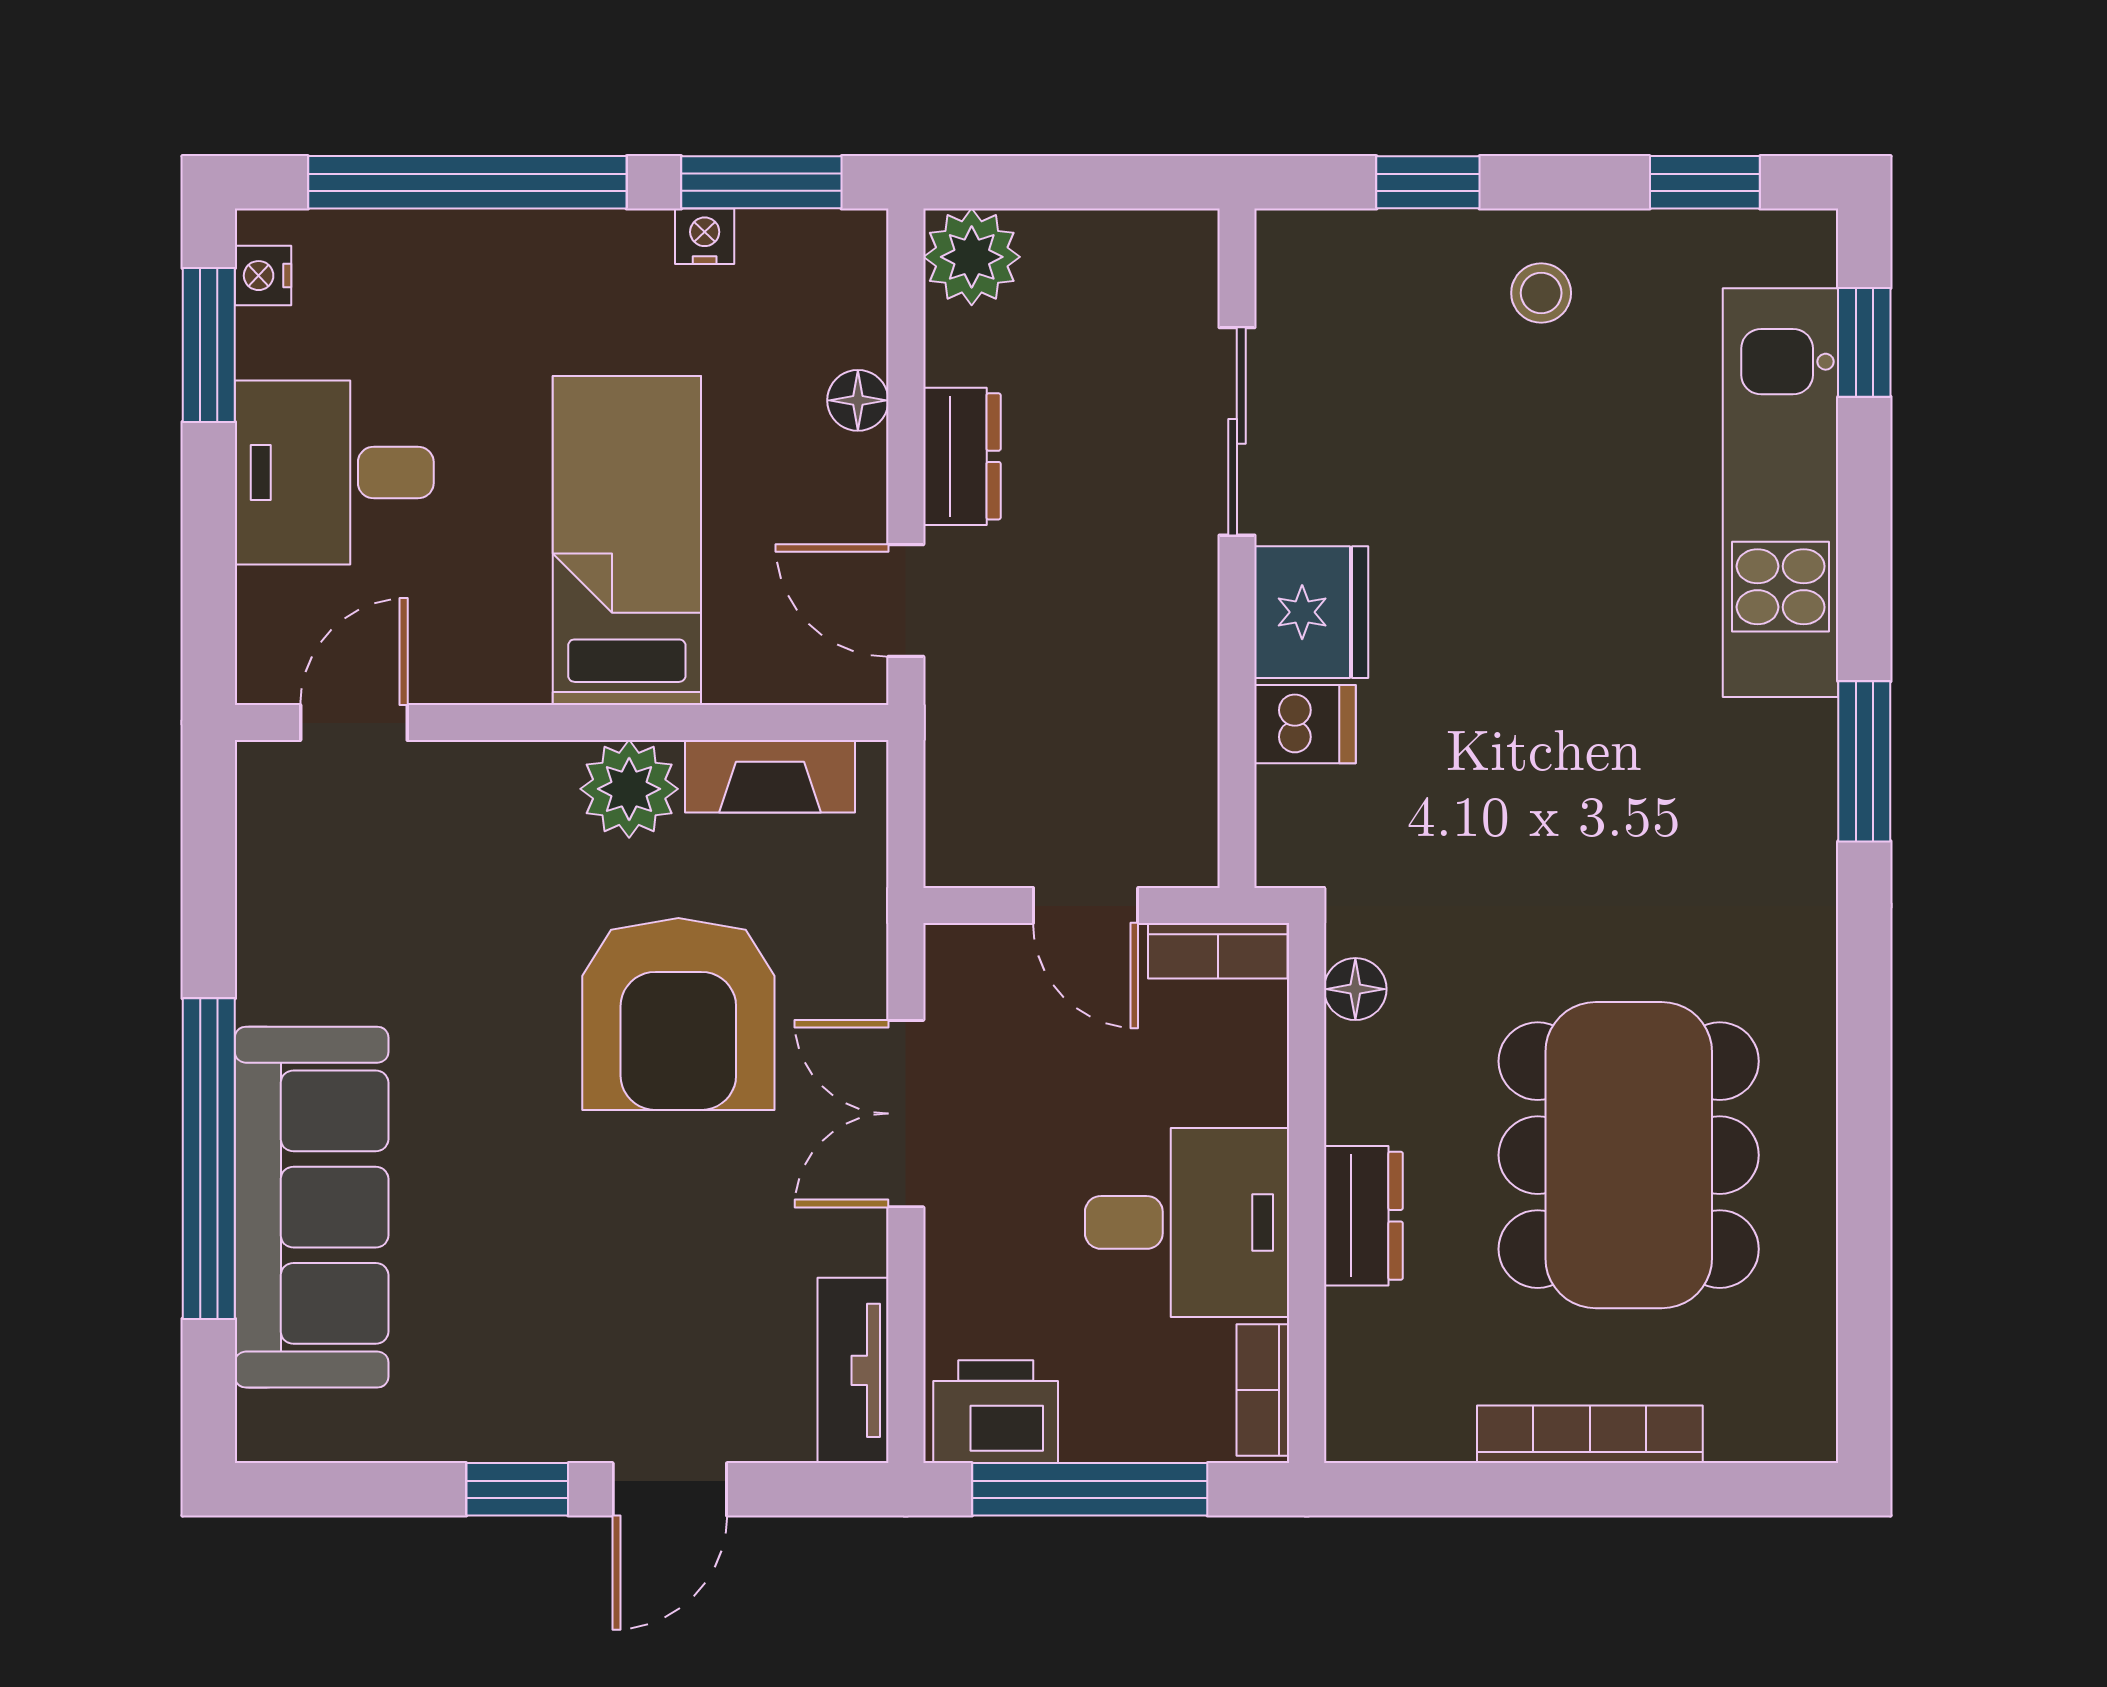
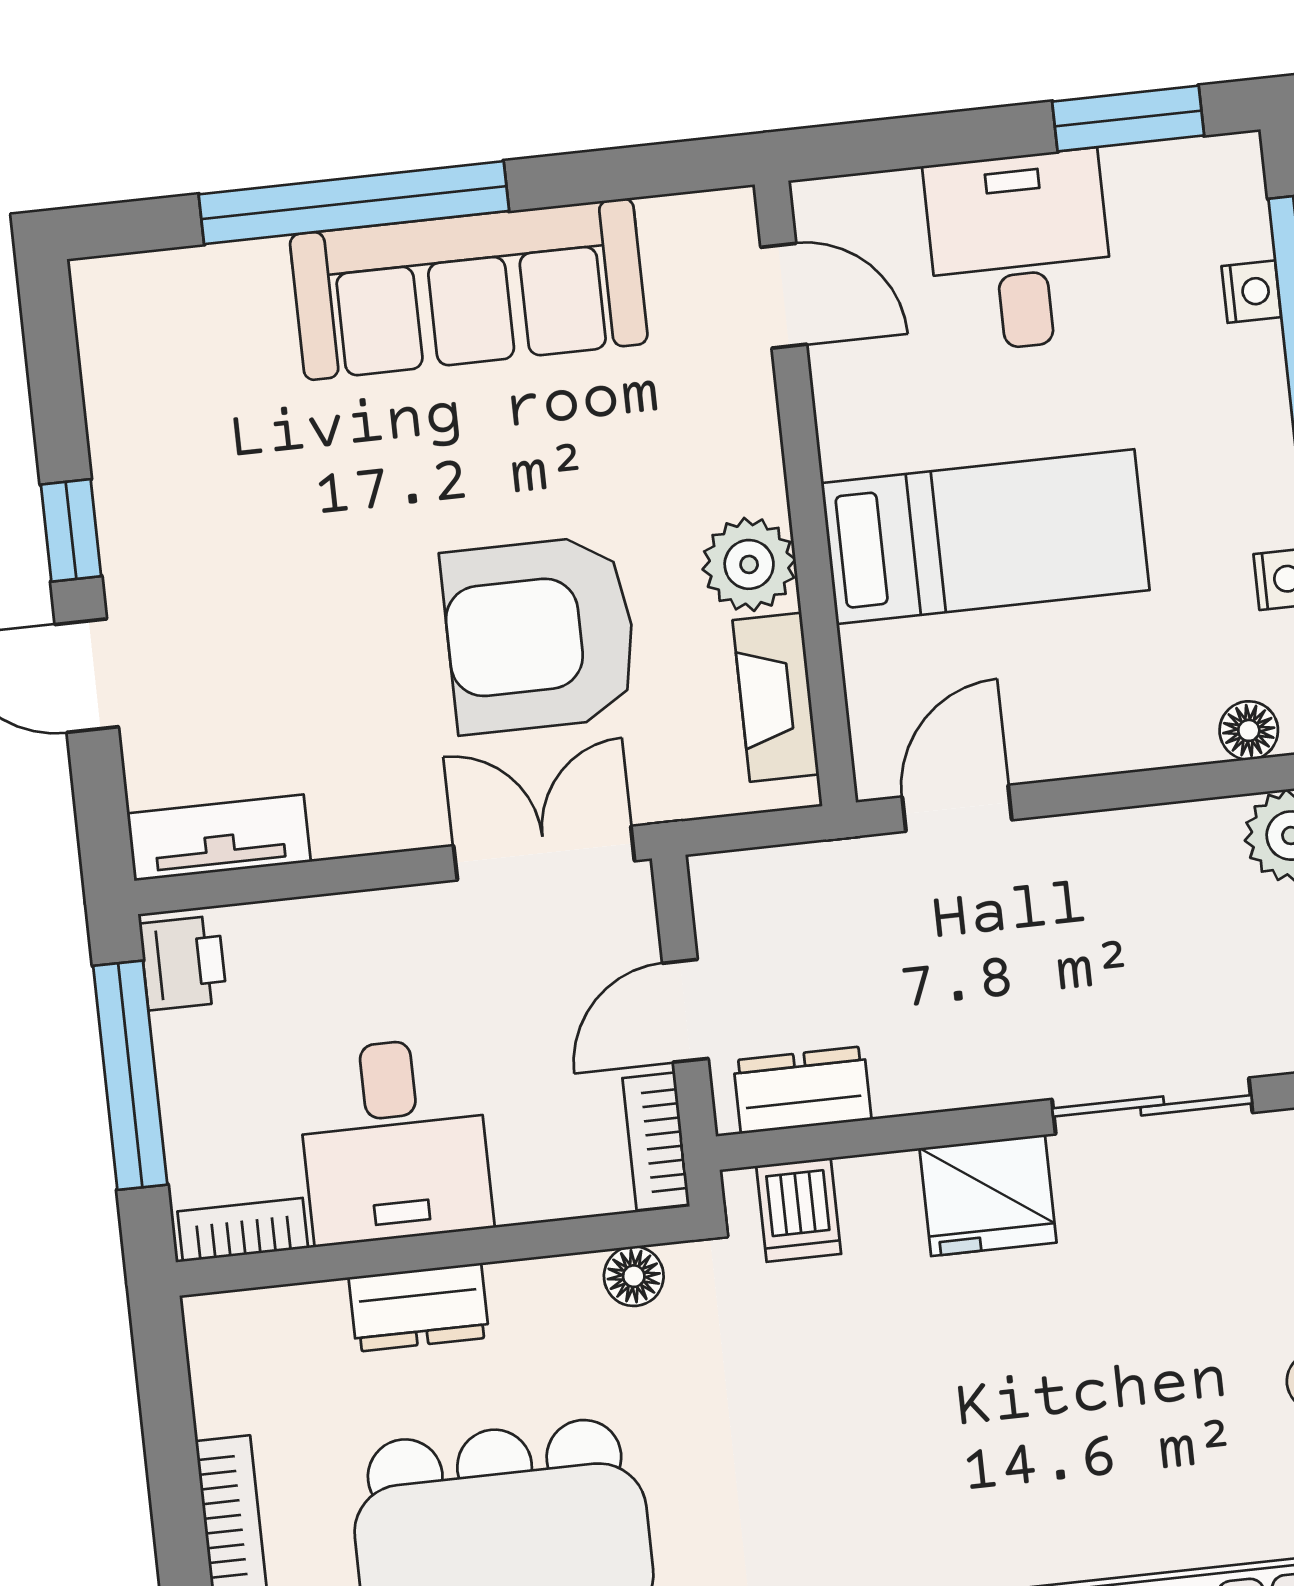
nightstand: (263, 276) -> (1251, 292), moved, turned 90
floor lamp: (858, 400) -> (1249, 730), moved
dresser: (962, 456) -> (802, 1090), moved, turned 180
dishwasher: (1305, 724) -> (799, 1210), moved
double door: (906, 1114) -> (544, 853), moved
sofa: (312, 1207) -> (469, 289), moved
printer: (996, 1412) -> (183, 963), width x0.73, depth x0.81

